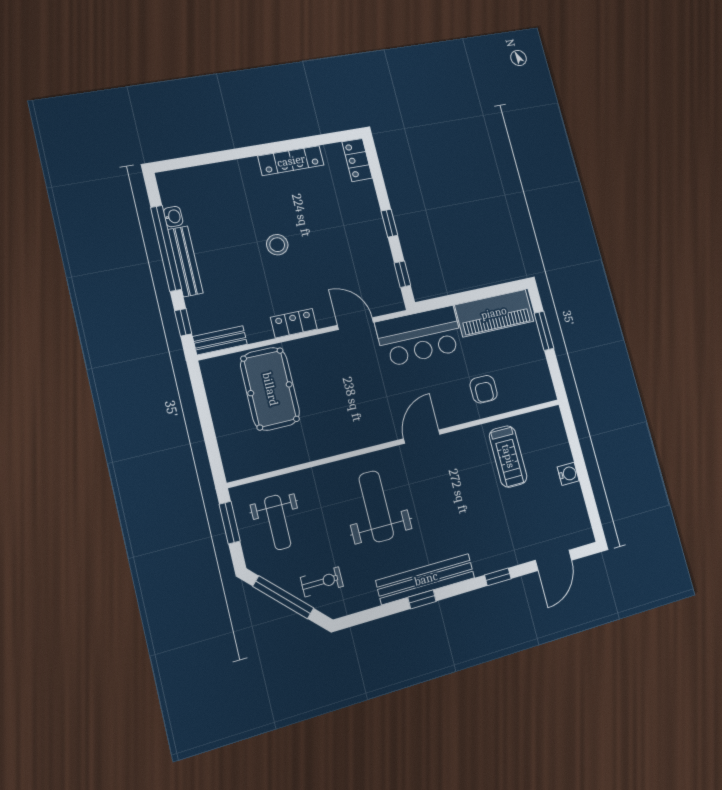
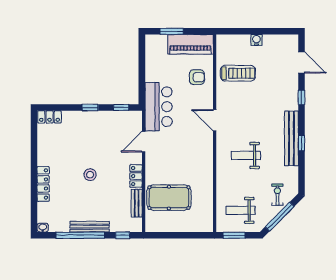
locker: (291, 161) -> (43, 184), moved
washbasin: (173, 217) -> (43, 228), moved
piano: (494, 313) -> (190, 44), moved, turned 90
bench: (220, 340) -> (137, 203), moved
weight bench: (376, 506) -> (246, 155), width x0.73, depth x0.75
weight bench: (278, 522) -> (241, 210), turned 180

